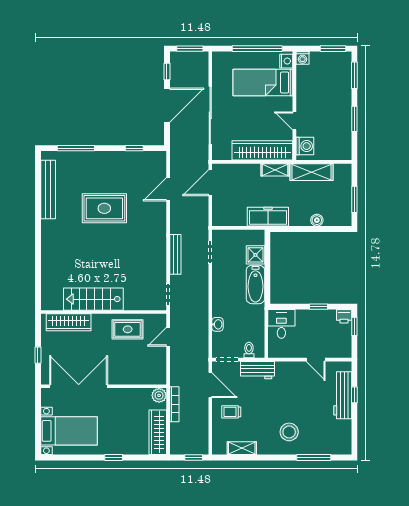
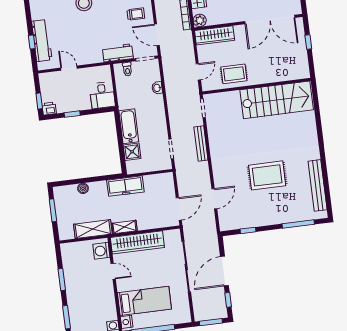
stairs: (93, 299) -> (277, 100), width x1.36, depth x1.51
wardrobe: (69, 322) -> (215, 35), moved, turned 180

